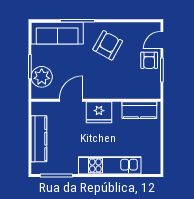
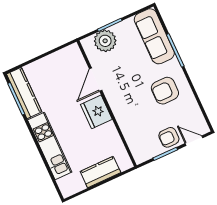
armchair: (108, 45) -> (165, 91), turned 151
door: (71, 100) -> (96, 80), swing flipped
kitchen counter: (139, 110) -> (100, 172), moved, turned 90
kitchen counter: (39, 139) -> (24, 93), moved, turned -90

